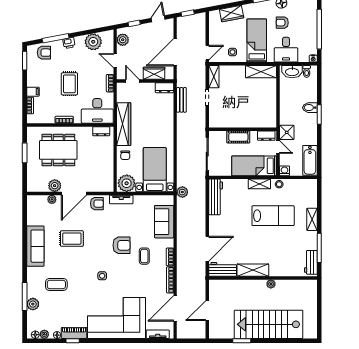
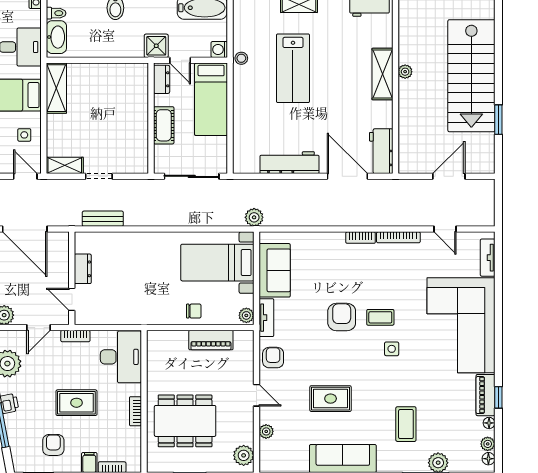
armchair: (44, 53) -> (53, 445), moved
wardrobe: (154, 73) -> (59, 264), removed
door: (132, 81) -> (72, 299), hinge flipped
dresser: (164, 88) -> (83, 269), moved
wardrobe: (124, 124) -> (143, 313), removed
dresser: (101, 131) -> (154, 351), removed
door: (278, 147) -> (180, 60), swing flipped
dining table: (58, 150) -> (185, 421), turned 90
piano: (108, 166) -> (211, 340), added
plant: (127, 183) -> (246, 315), width x0.53, depth x0.53
shelving: (259, 184) -> (241, 91), removed
plant: (55, 186) -> (244, 455), moved
door: (74, 193) -> (256, 395), width x0.53
workbench: (216, 197) -> (289, 163), moved
lab bench: (273, 216) -> (293, 68), turned 180
sofa: (164, 222) -> (275, 270), moved, turned -90
rug: (72, 239) -> (331, 399), turned 90
coffee table: (144, 256) -> (380, 317), moved
shelving: (253, 270) -> (382, 74), moved
door: (175, 308) -> (445, 229), width x0.53
door: (207, 311) -> (449, 176), swing flipped

